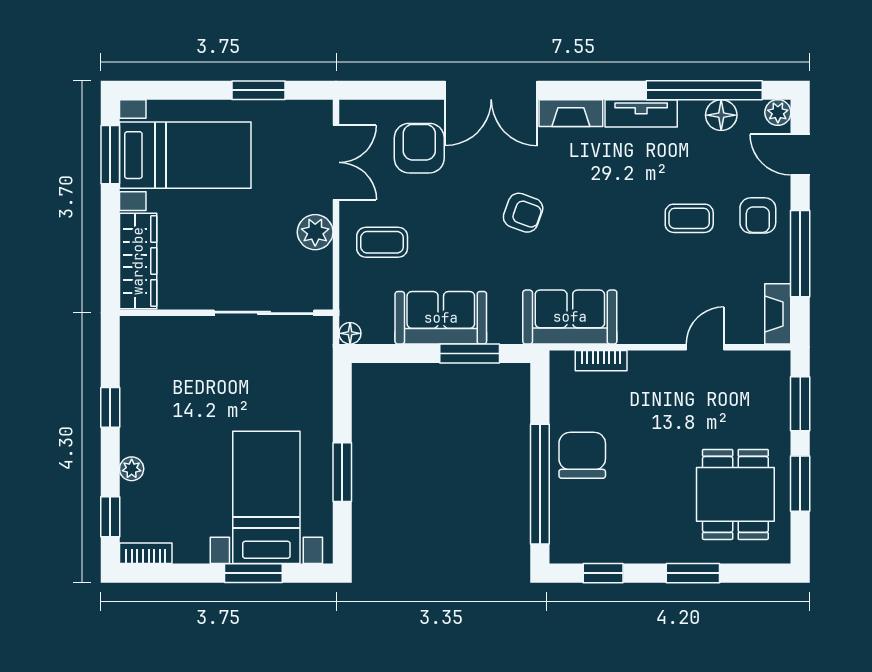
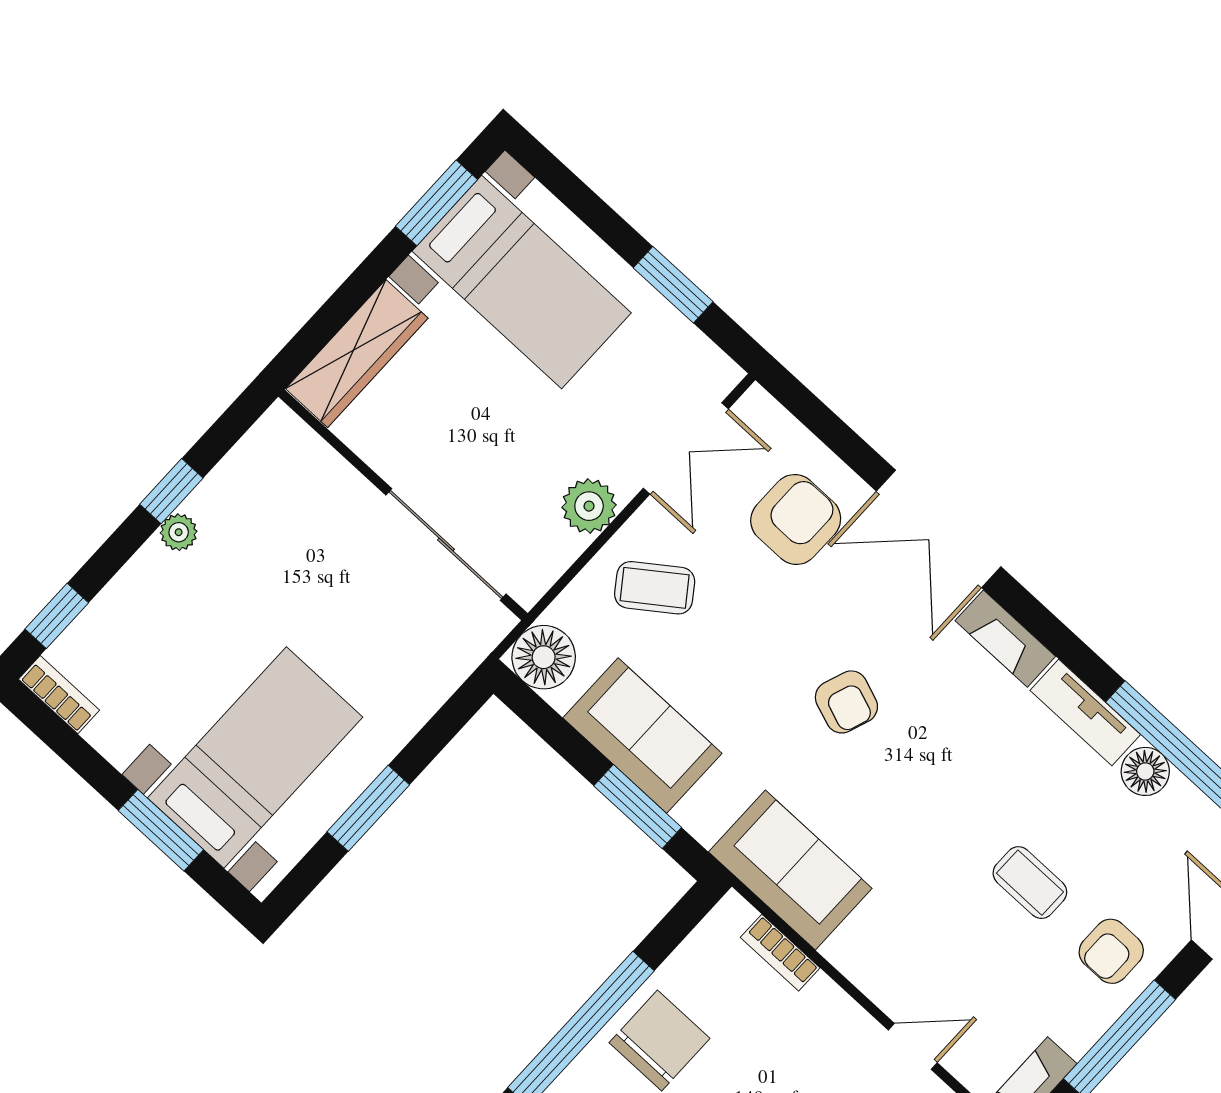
floor lamp: (721, 115) -> (1145, 771), moved
coffee table: (382, 242) -> (655, 588), turned -36
floor lamp: (350, 333) -> (544, 657), width x1.89, depth x1.89
plant: (132, 469) -> (179, 532), moved

